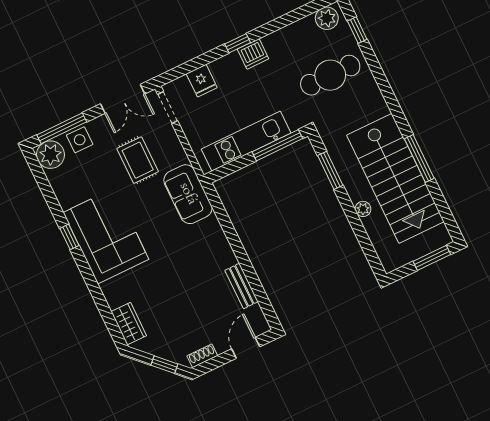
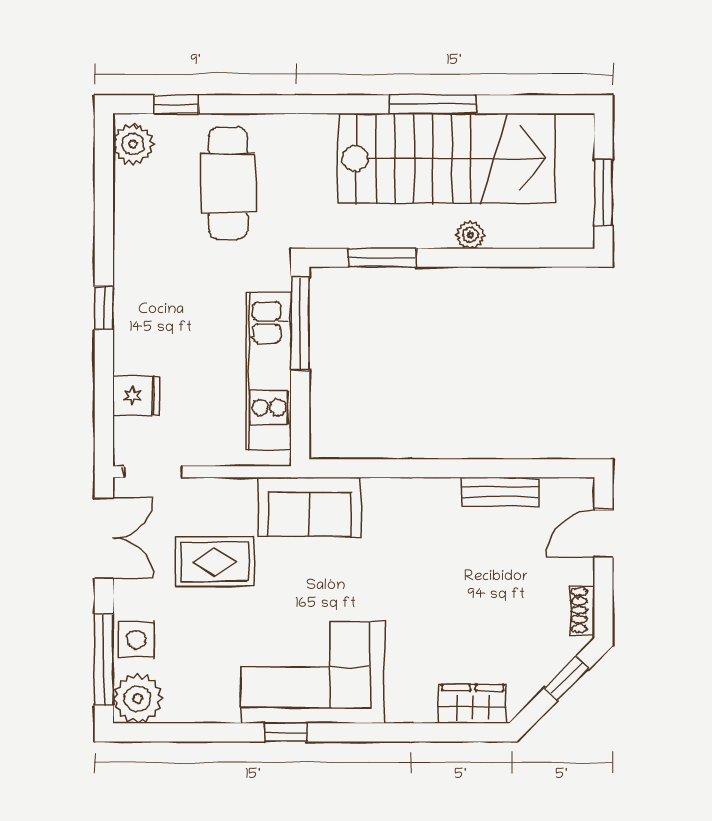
dishwasher: (253, 54) -> (133, 292), removed
window: (432, 258) -> (603, 193), moved
door: (246, 348) -> (603, 534), hinge flipped

